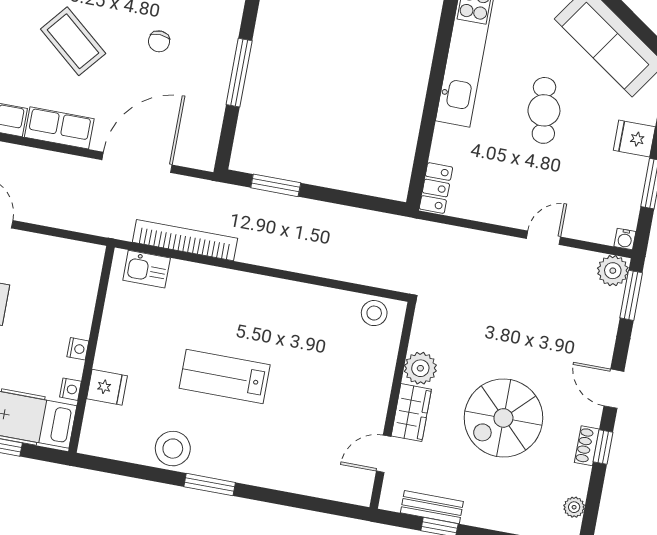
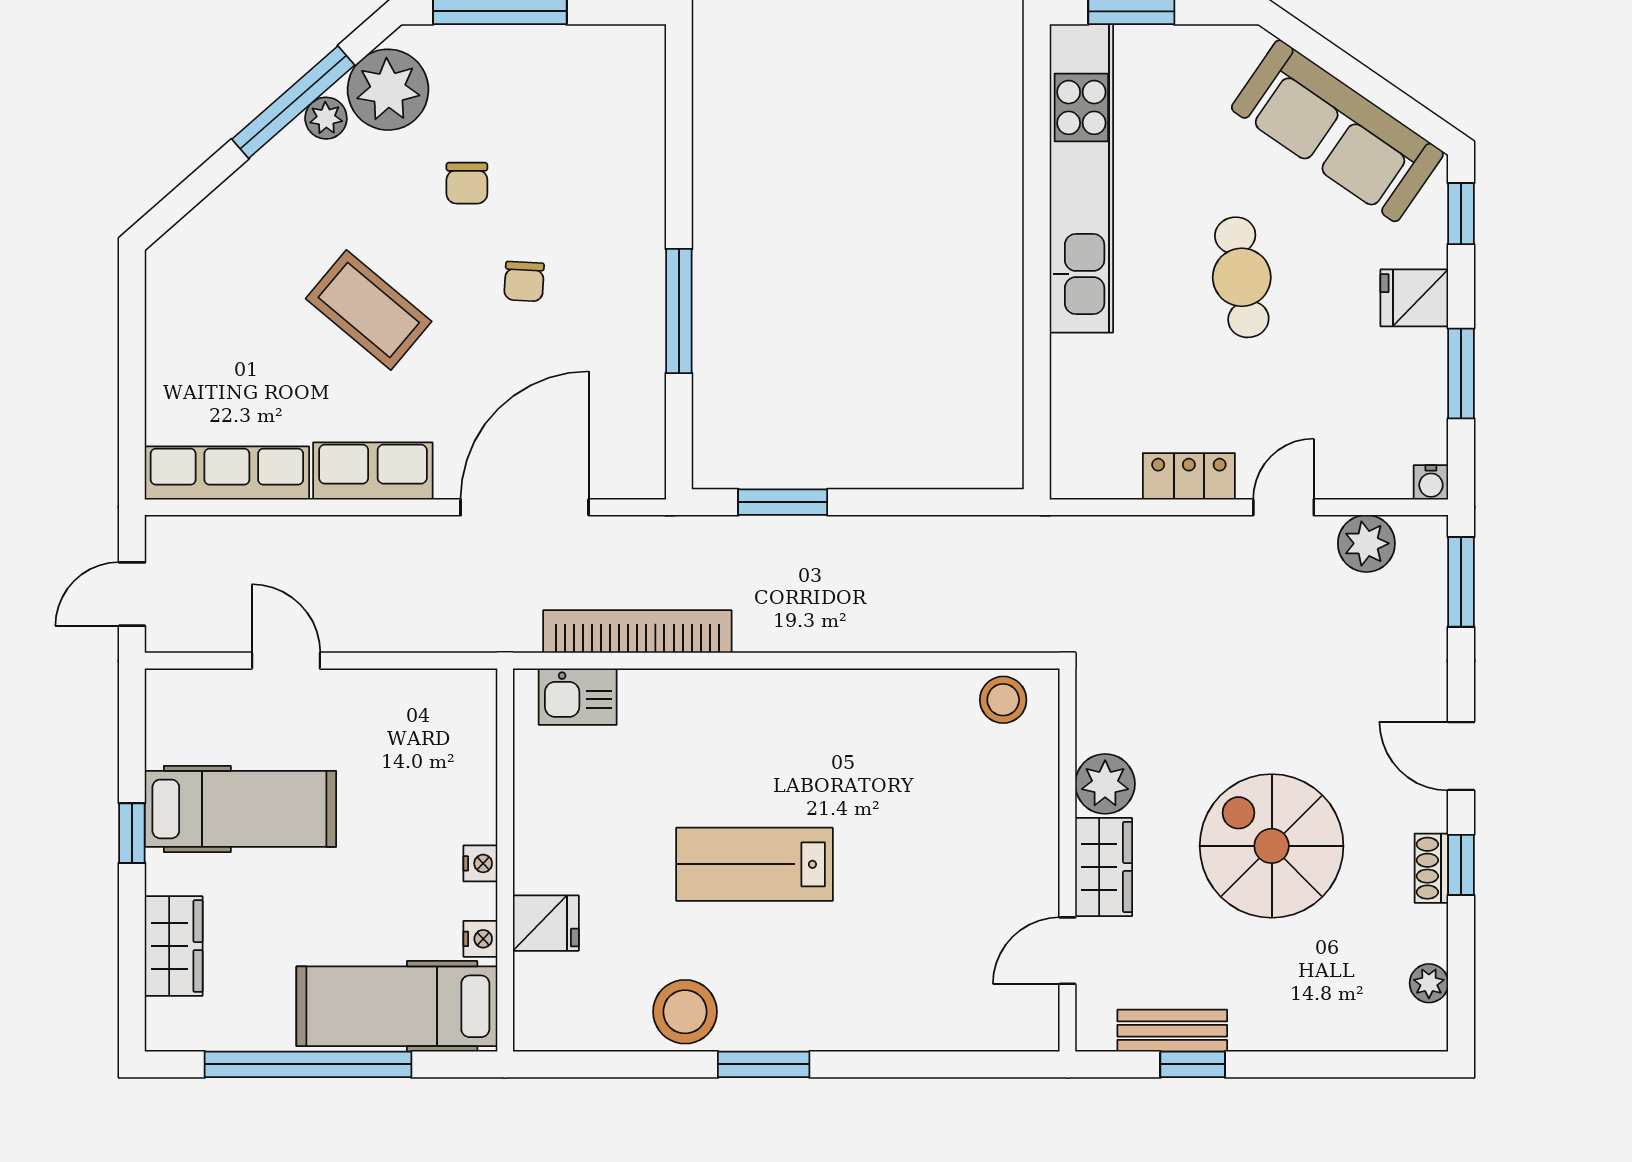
locker: (436, 188) -> (1189, 476), moved, turned -90
plant: (613, 271) -> (1366, 543), moved
spiral stairs: (503, 418) -> (1272, 846), turned 90

